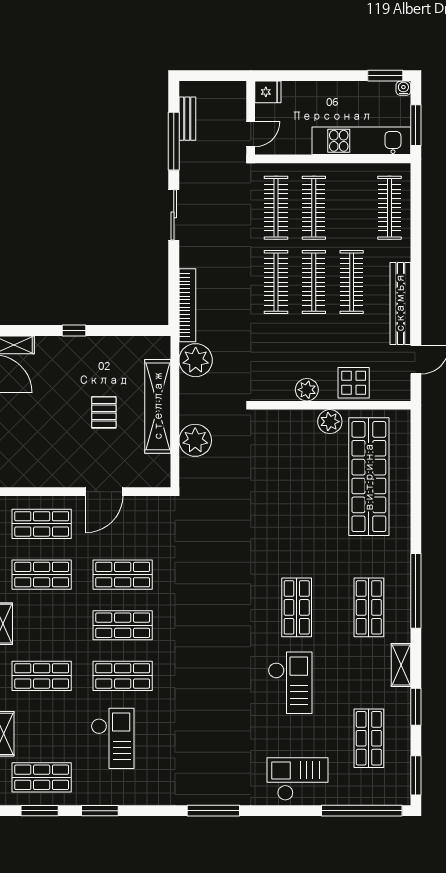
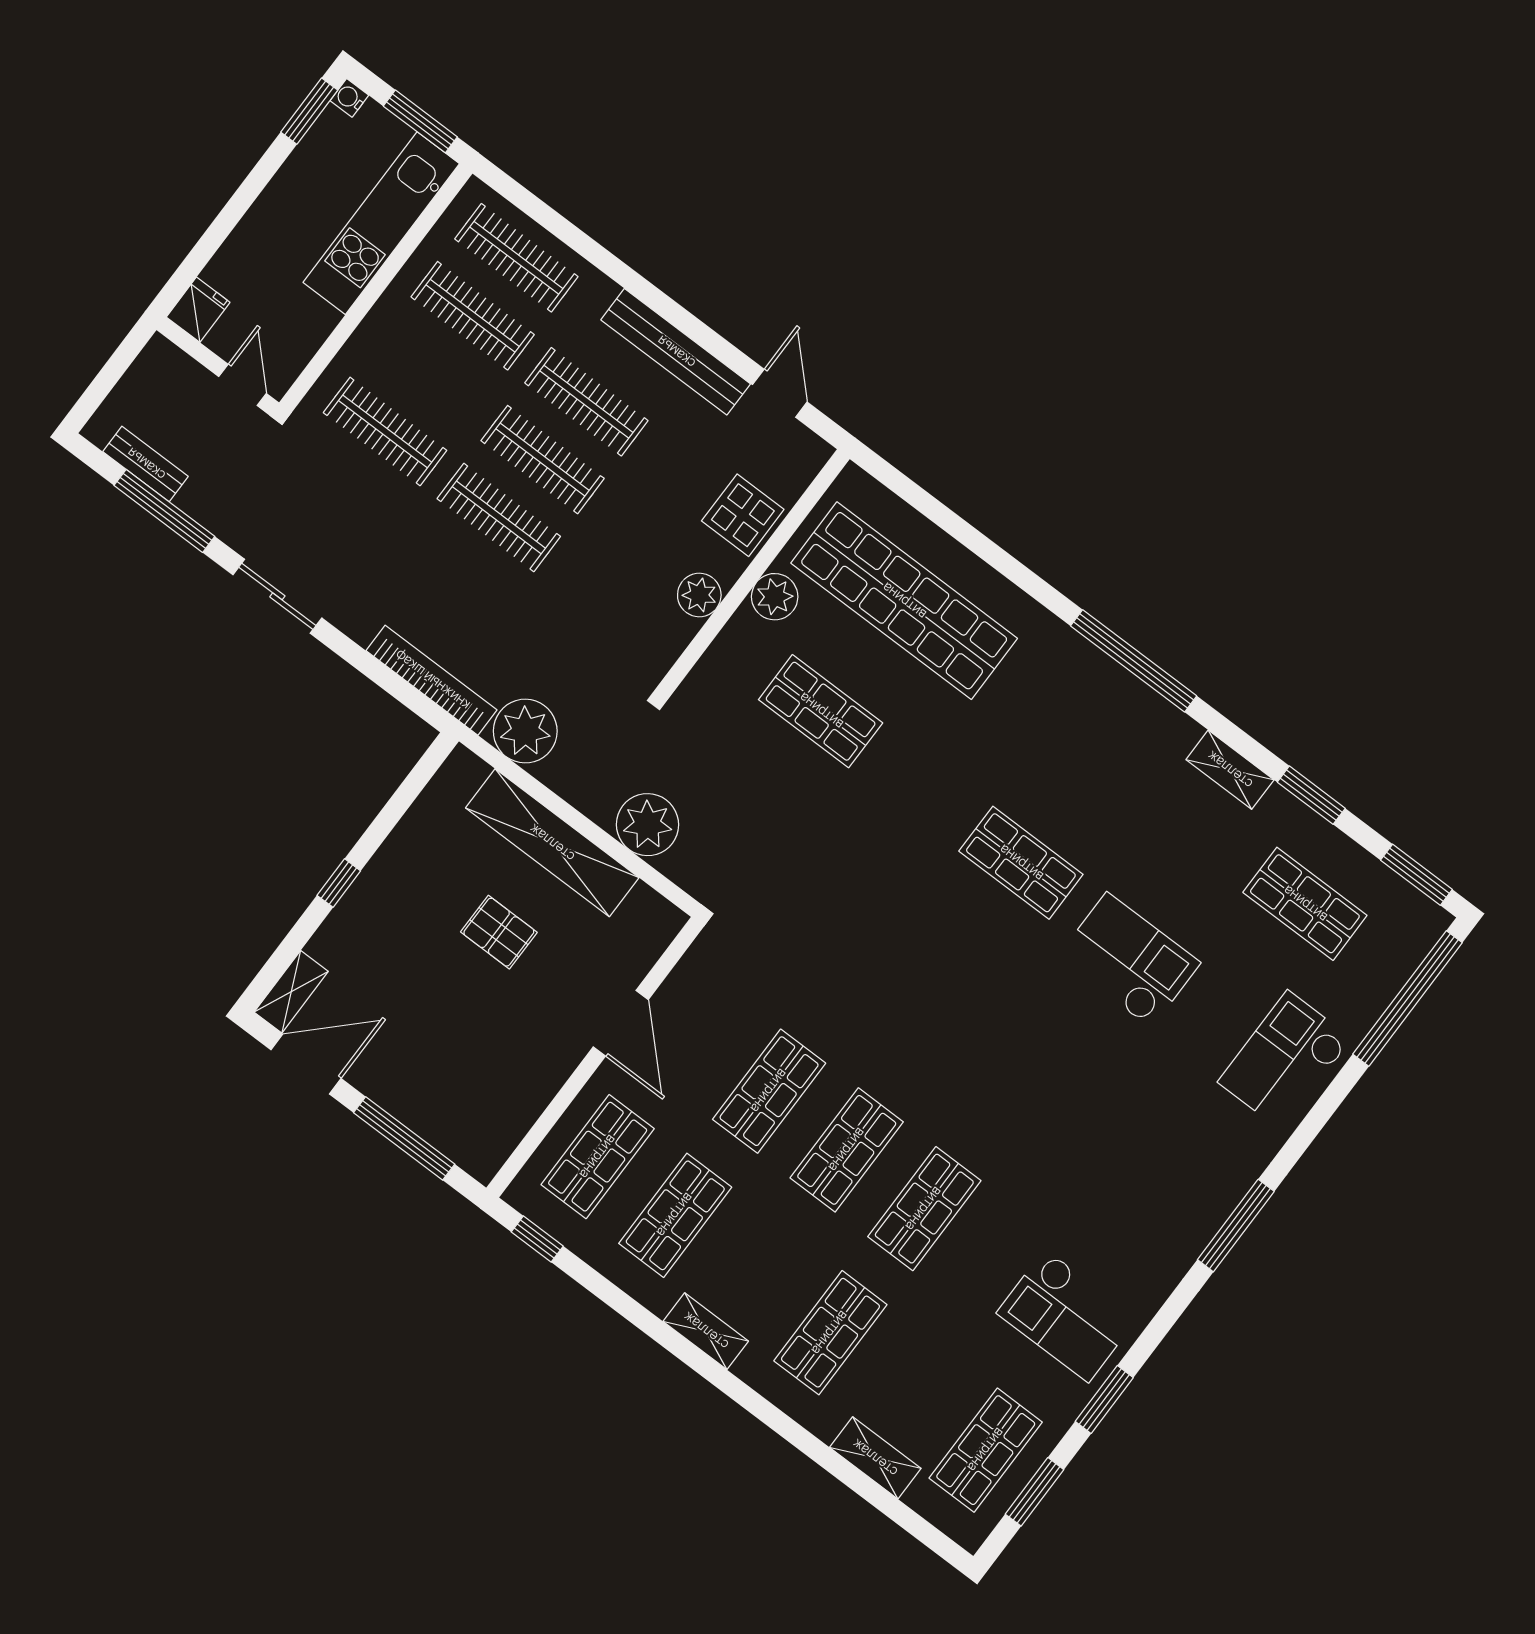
clothes rail: (314, 208) -> (473, 316), moved
shop shelf: (369, 607) -> (821, 711), moved
checkout: (113, 738) -> (1067, 1316), moved, turned 180

